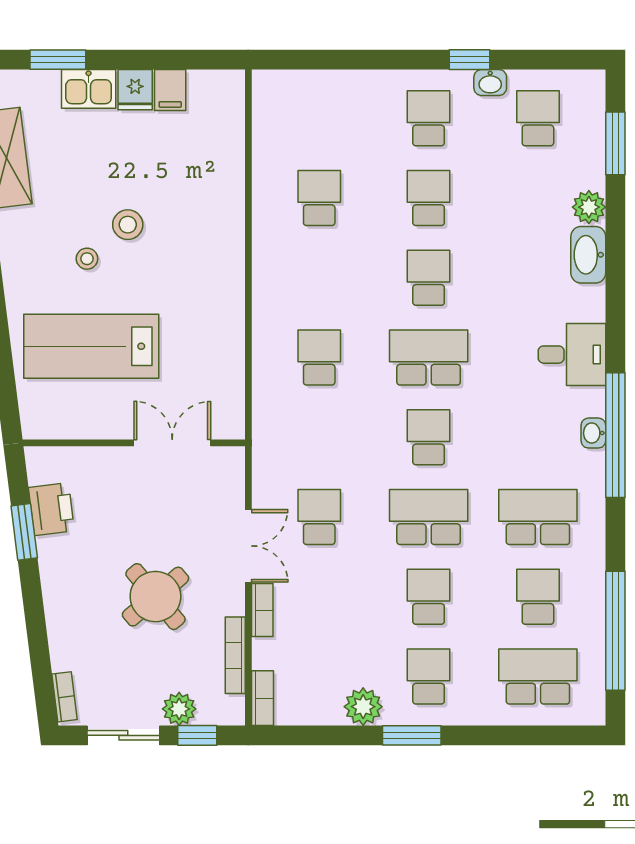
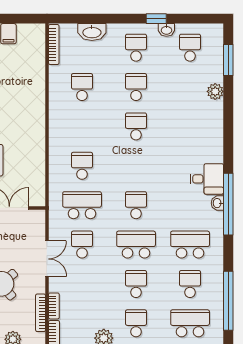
bookcase: (262, 112) -> (54, 45), added
washbasin: (588, 255) -> (92, 32), moved, turned -90
desk: (572, 355) -> (207, 179), moved
school desk: (429, 358) -> (82, 205), moved
bookcase: (262, 610) -> (54, 306), moved

